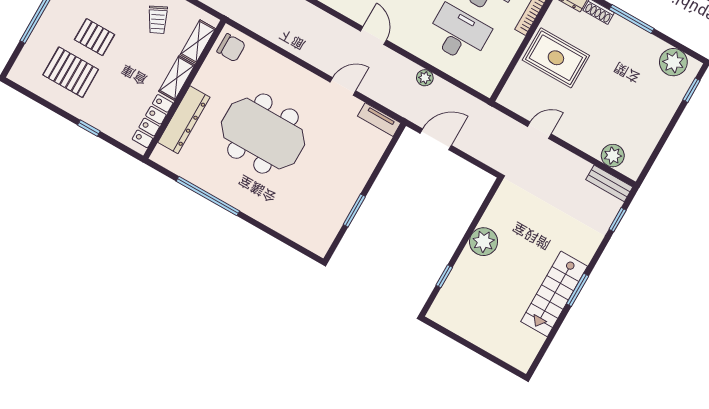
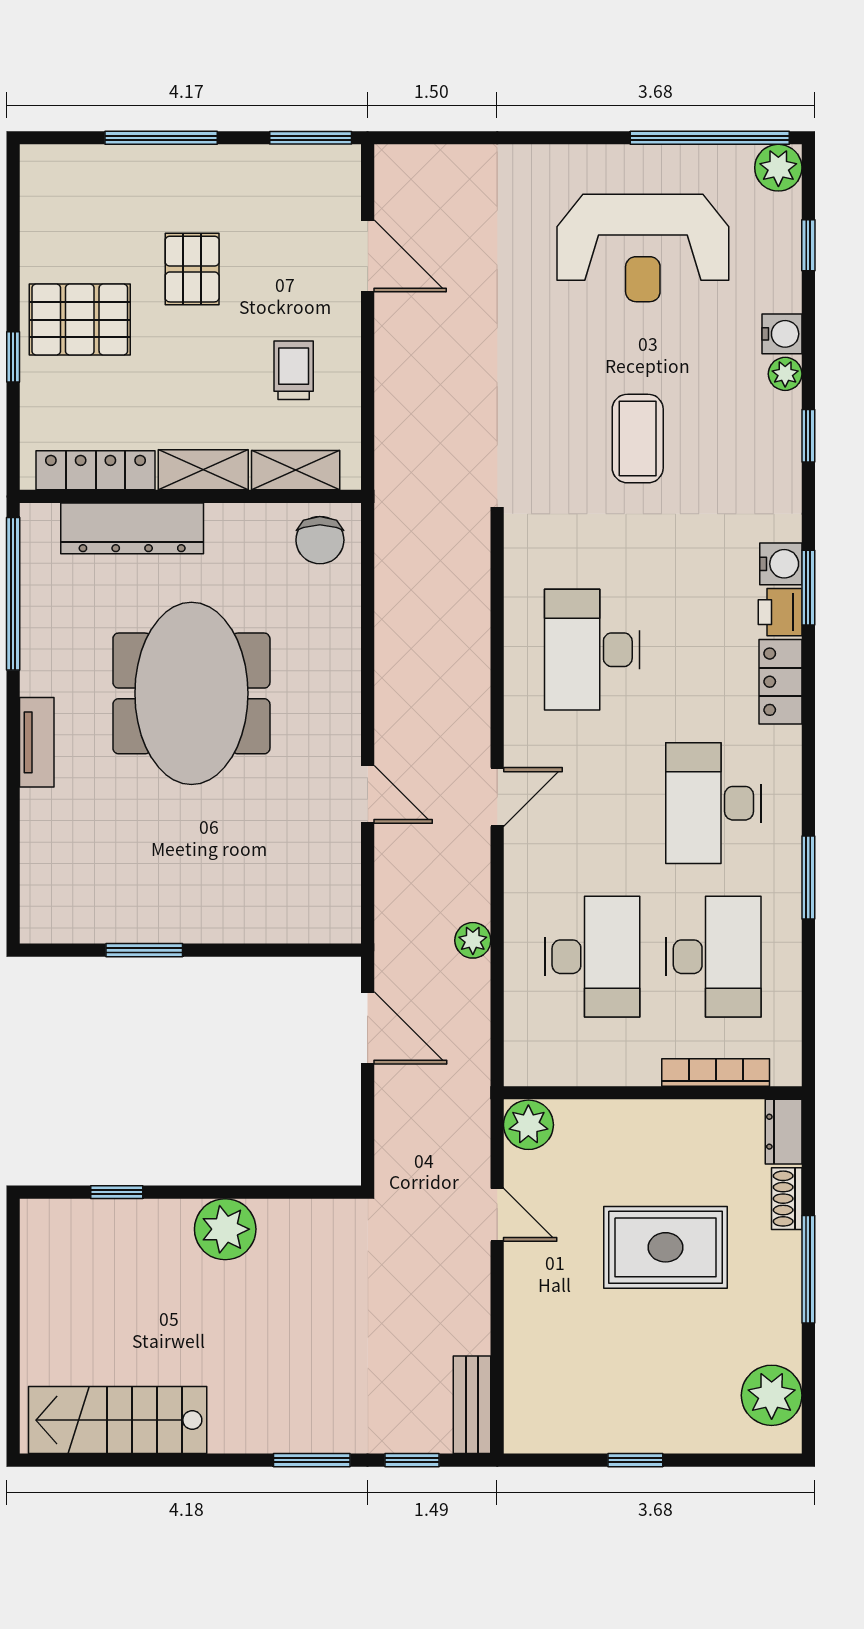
trolley: (158, 20) -> (294, 370), turned 116
rug: (556, 58) -> (665, 1247), moved, turned 90
pallet: (71, 72) -> (80, 320), moved, turned 90
window: (691, 90) -> (635, 1460), moved
tv unit: (379, 120) -> (37, 742), moved, turned 180
plant: (613, 156) -> (528, 1125), moved
window: (208, 196) -> (13, 594), moved
window: (578, 290) -> (312, 1460), moved
stairs: (554, 294) -> (118, 1420), moved

